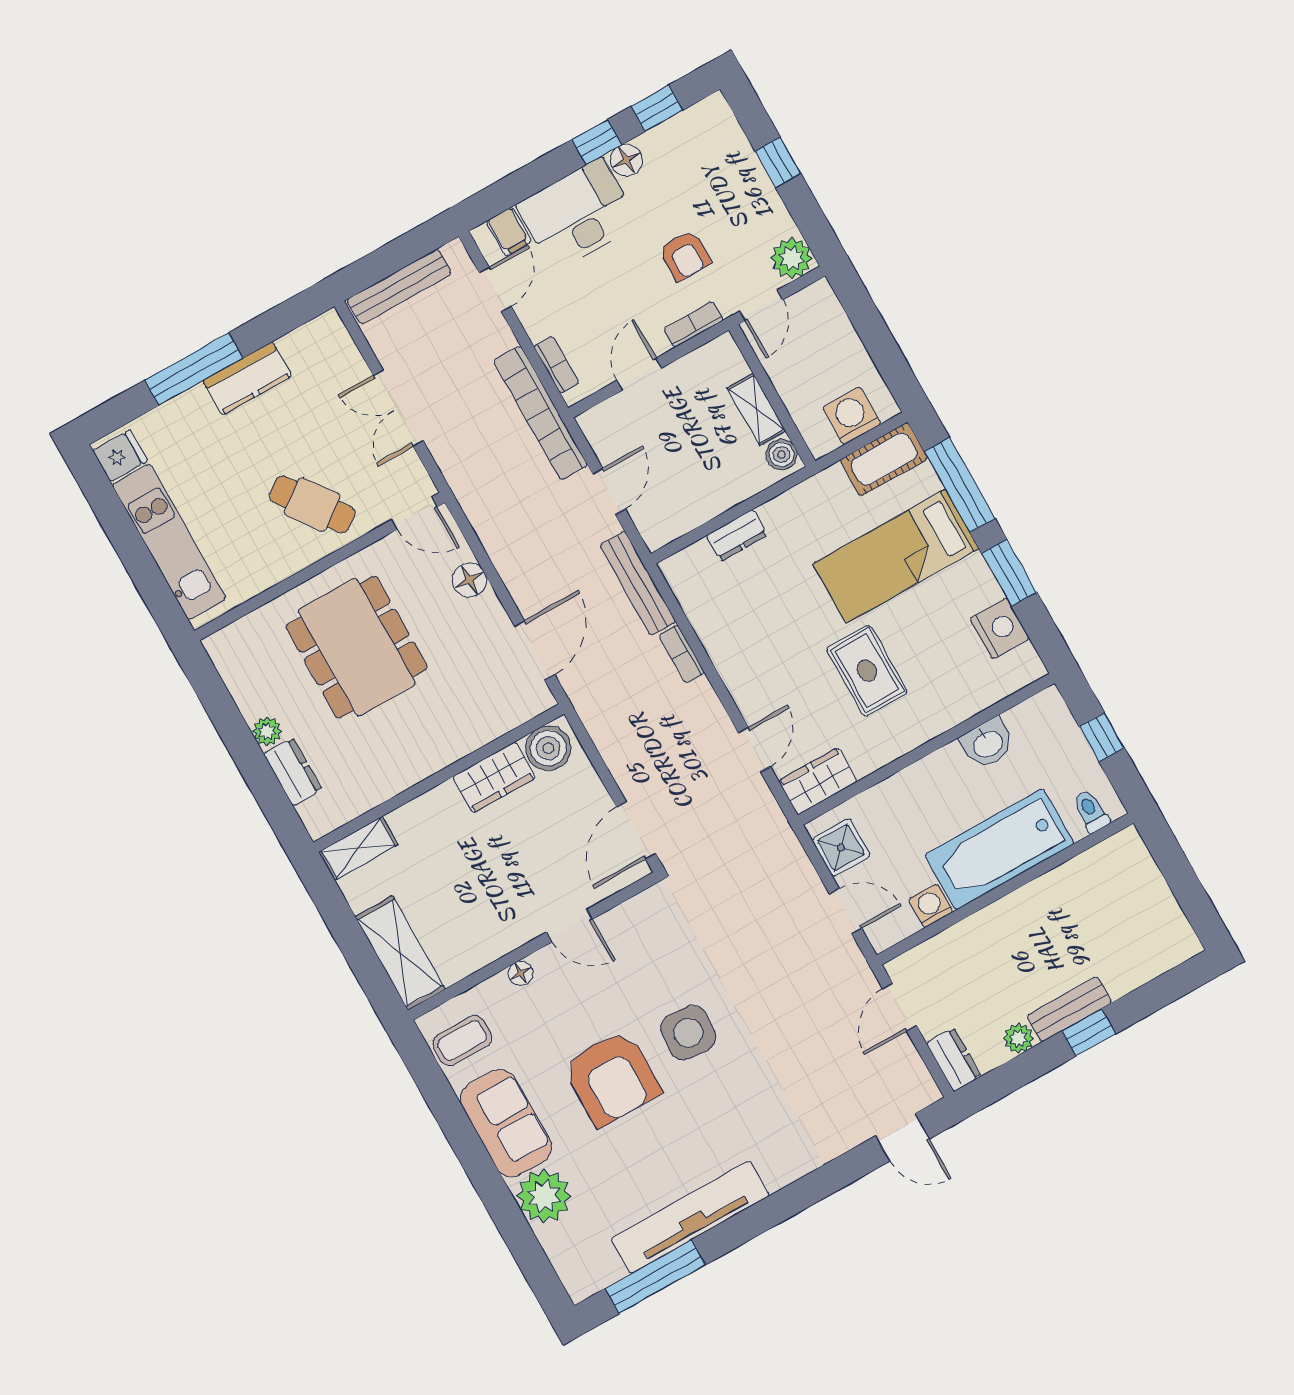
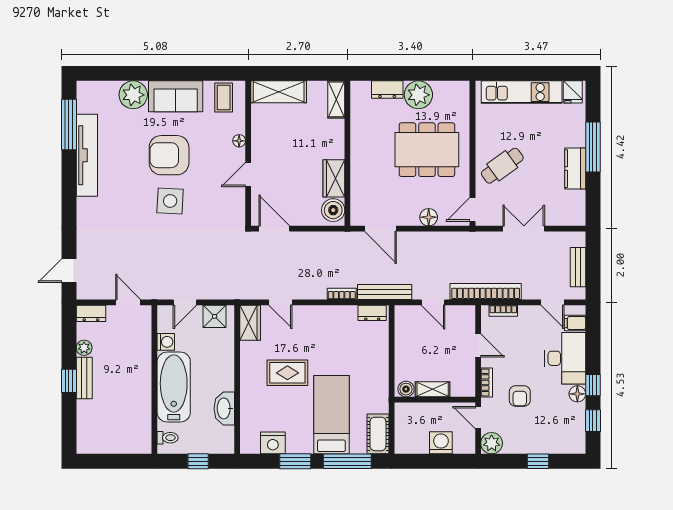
armchair: (685, 255) -> (520, 396), turned -90
bench: (399, 287) -> (578, 267), width x0.73
washing machine: (852, 416) -> (441, 443), moved, turned -90
dresser: (737, 535) -> (372, 313), moved, turned -90
plant: (267, 731) -> (418, 95), width x1.87, depth x1.87
washbasin: (987, 743) -> (224, 408), width x1.38

